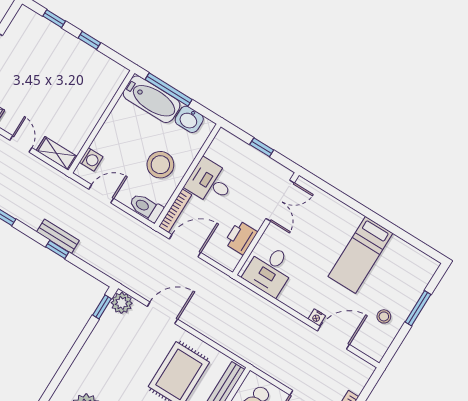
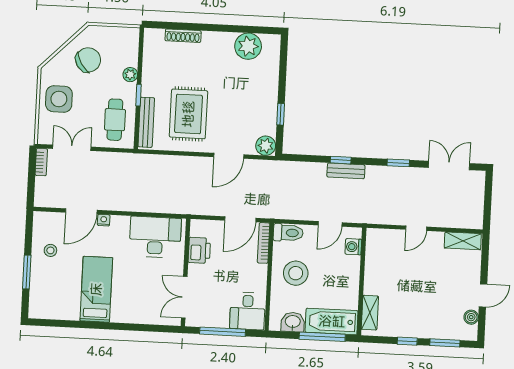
window: (54, 19) -> (445, 343), width x1.50
boiler: (15, 29) -> (471, 317), added
door: (21, 144) -> (416, 228), hinge flipped
window: (262, 147) -> (223, 332), width x2.17
shelving: (57, 153) -> (370, 313), moved, turned 90
desk: (210, 182) -> (247, 311), moved, turned 90
desk: (270, 270) -> (155, 237), width x1.37
window: (102, 307) -> (281, 114), moved

